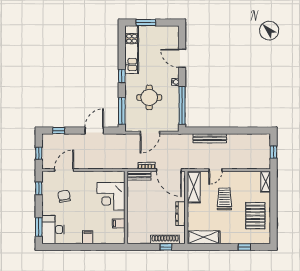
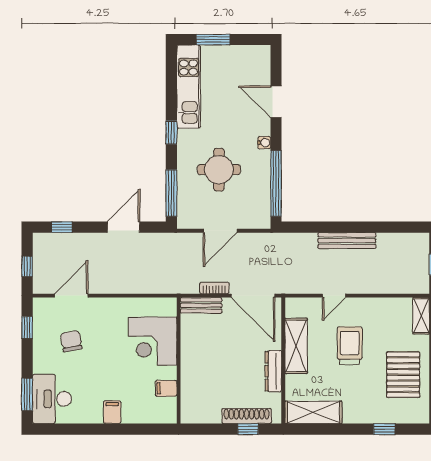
bench: (210, 138) -> (347, 241), moved
shelving: (194, 187) -> (296, 346), moved

